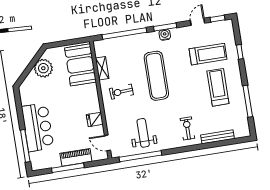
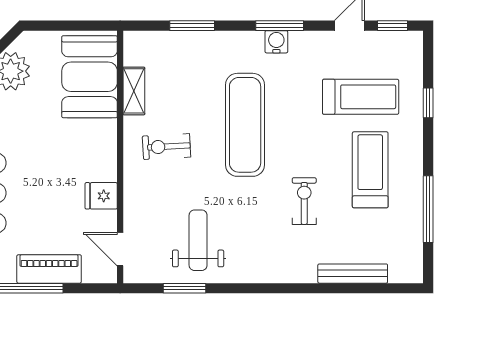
window: (124, 34) -> (192, 26), width x0.47
exercise bike: (187, 128) -> (304, 201), moved
window: (140, 156) -> (185, 288), width x0.47

